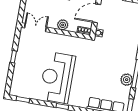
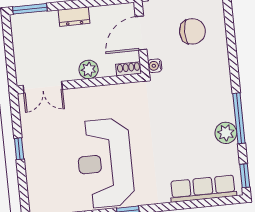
chair: (124, 20) -> (192, 31), added
double door: (35, 28) -> (43, 87), swing flipped

